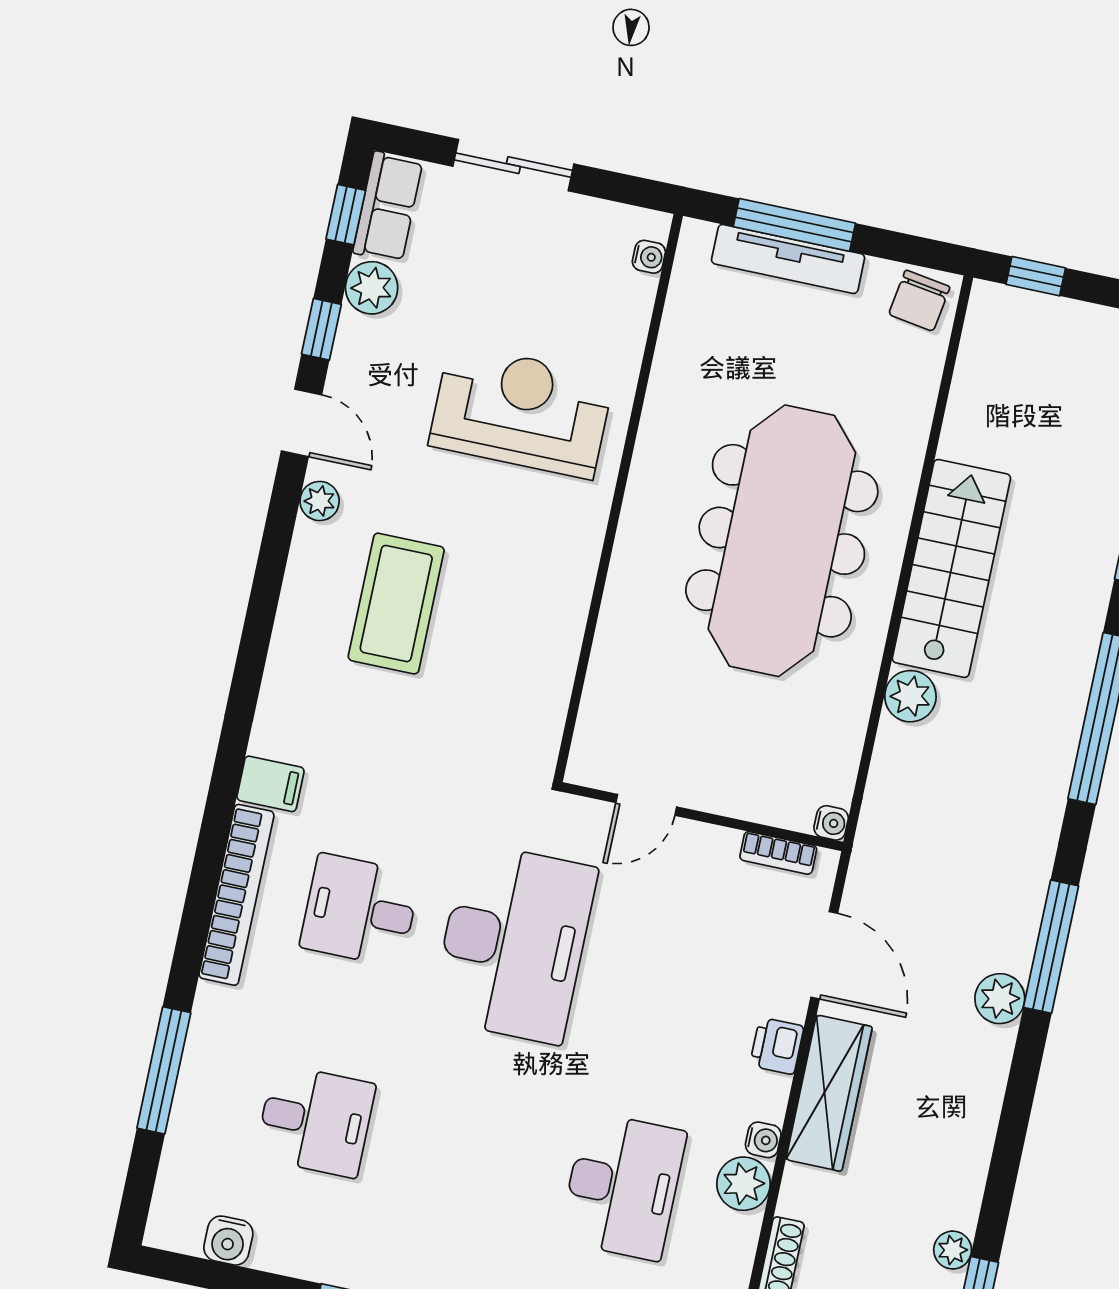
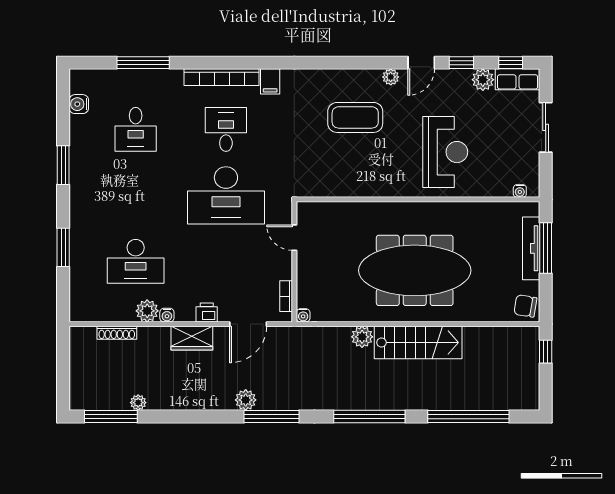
wardrobe: (829, 1093) -> (192, 338), width x0.67

